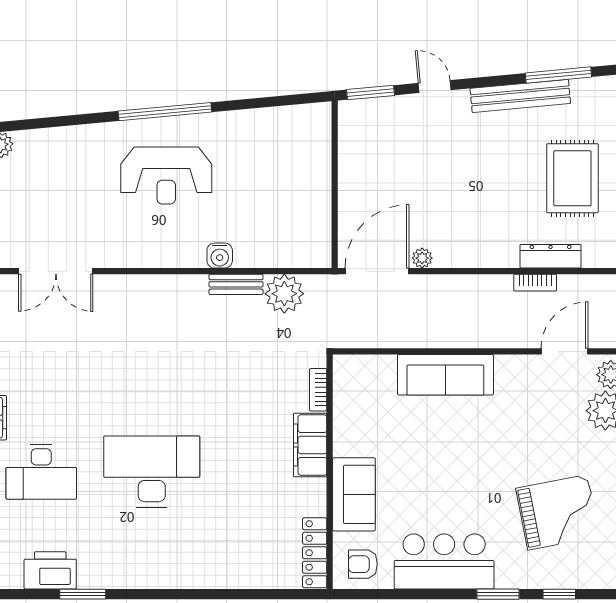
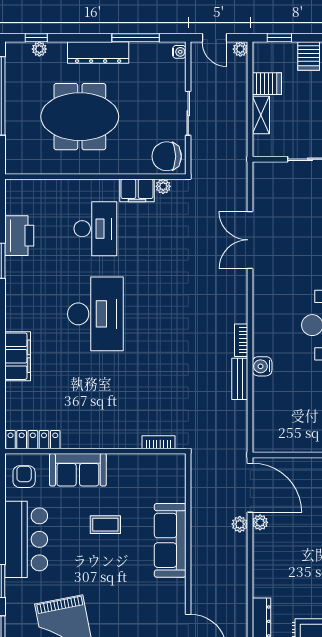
bookcase: (535, 283) -> (241, 340), moved
plant: (284, 294) -> (240, 524), moved, width x0.53, depth x0.53
filing cabinet: (310, 445) -> (18, 356), moved, turned 90
coffee table: (425, 459) -> (105, 525), added
desk: (41, 472) -> (95, 229), turned 180

